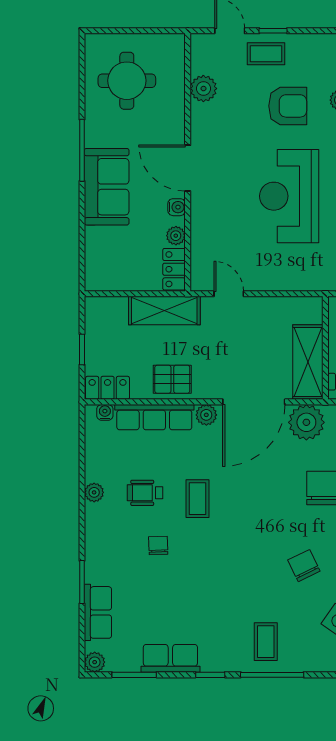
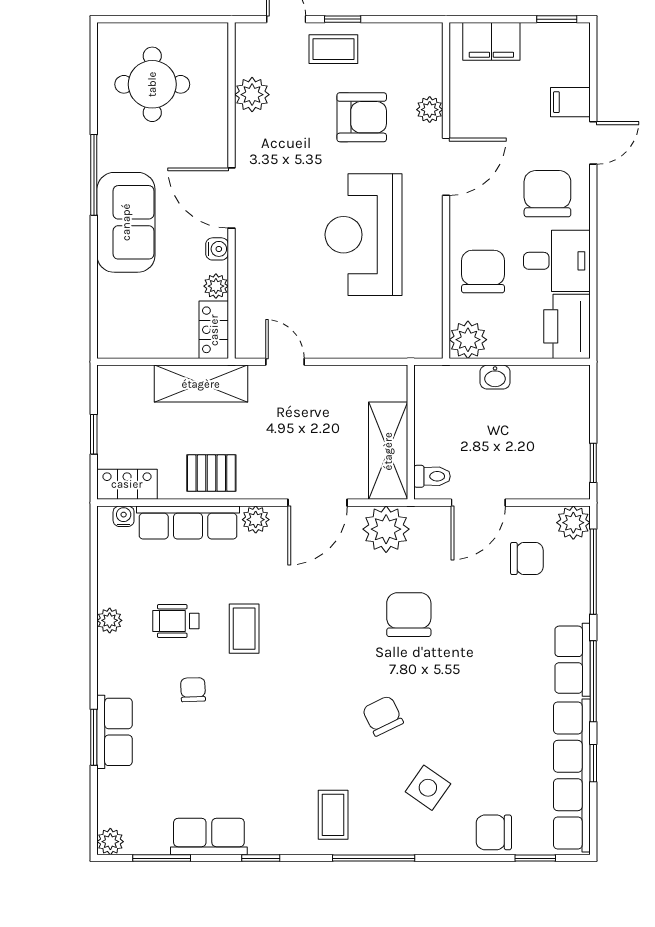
door: (254, 402) -> (318, 503), width x0.73
row of seats: (98, 612) -> (115, 732), moved
window: (272, 675) -> (374, 858), moved

